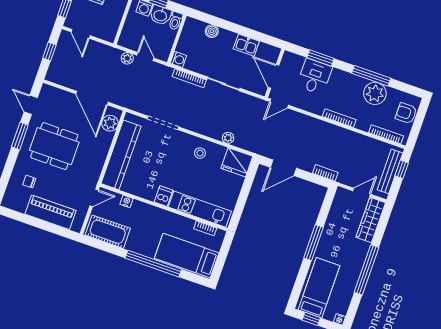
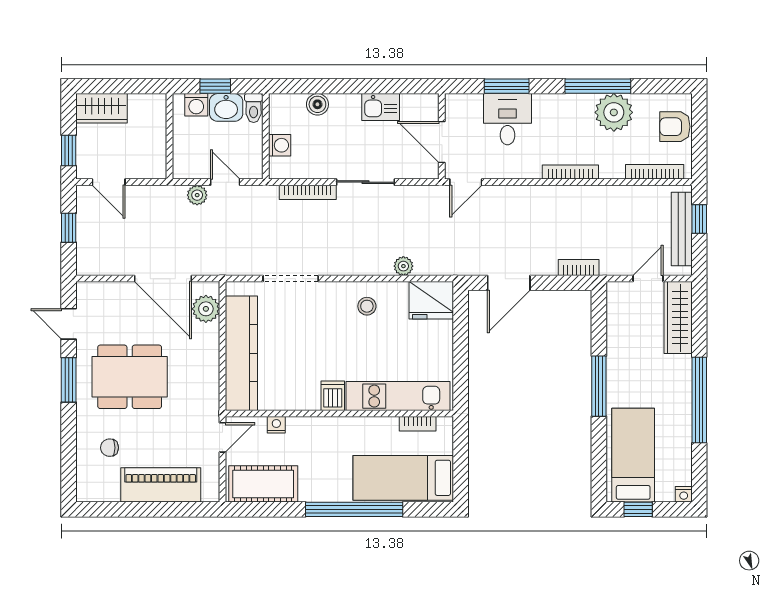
washing machine: (178, 59) -> (280, 145), moved

